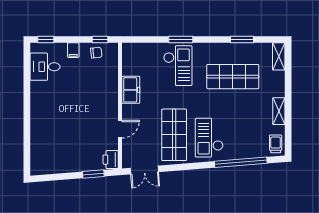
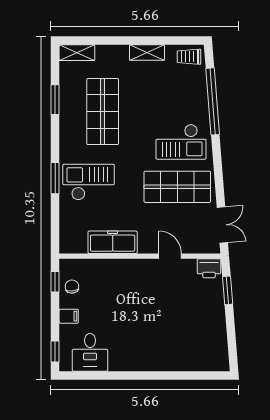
freezer: (131, 90) -> (113, 242), width x1.40

